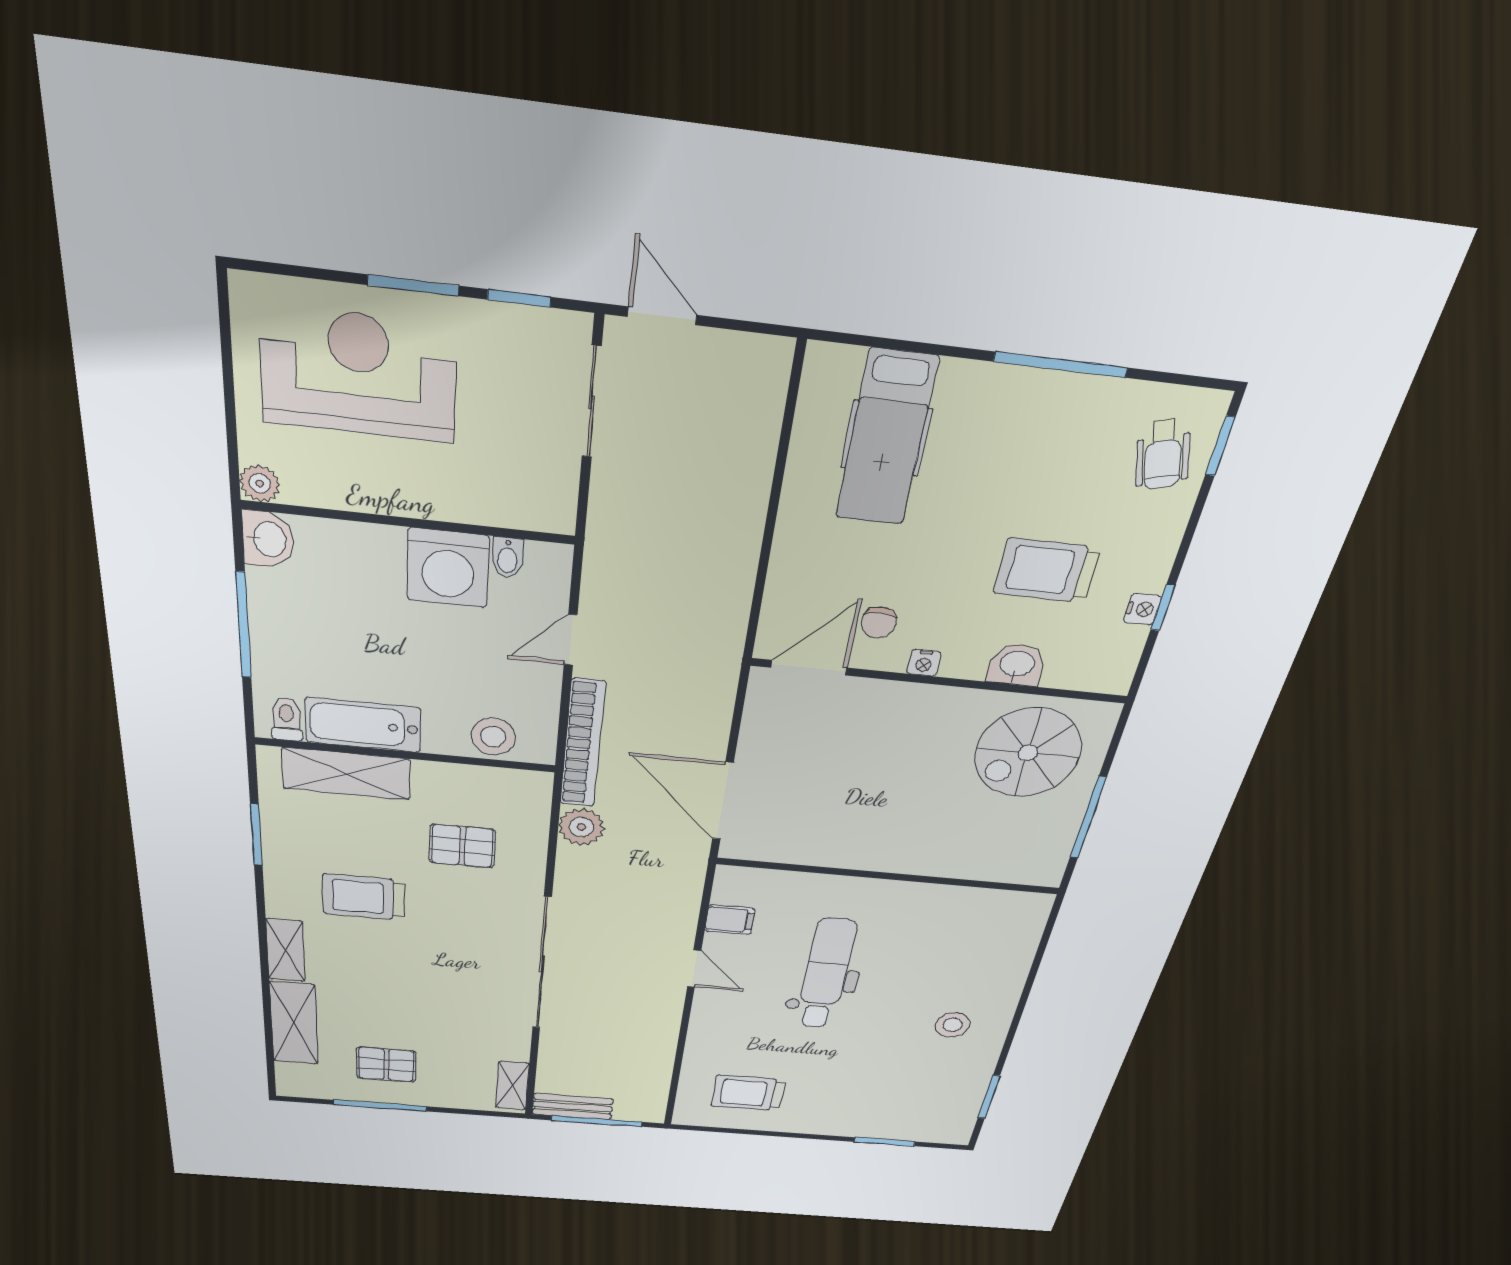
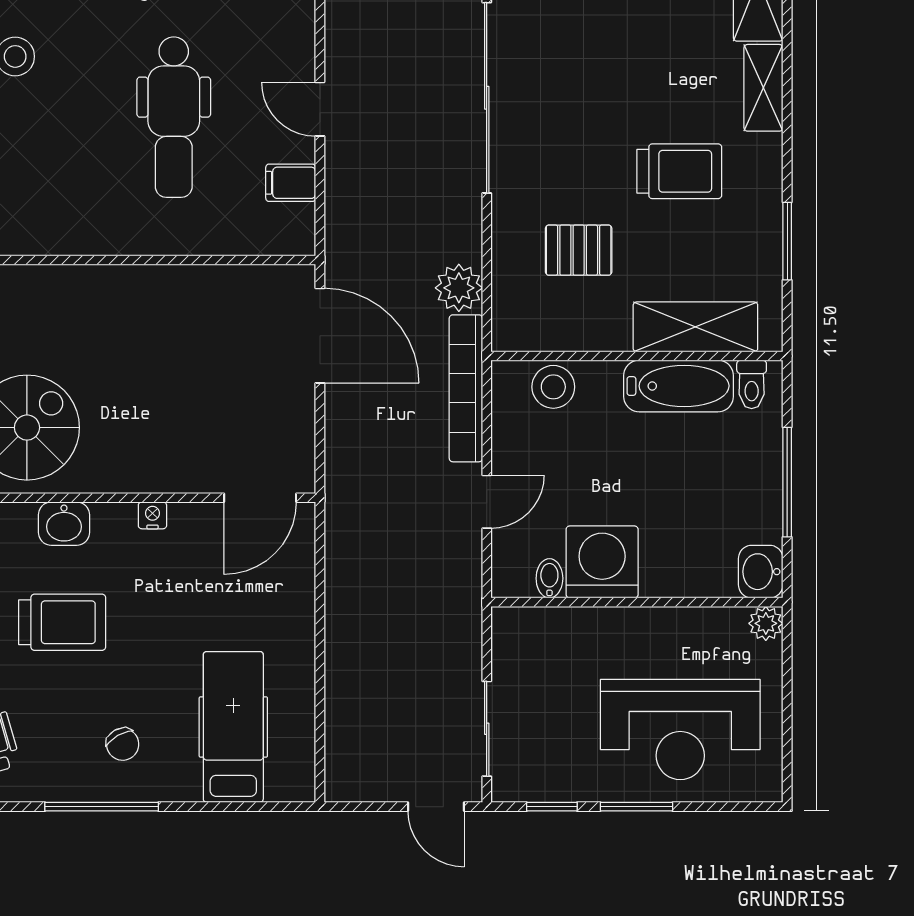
chair: (879, 623) -> (123, 744), moved, turned 150

